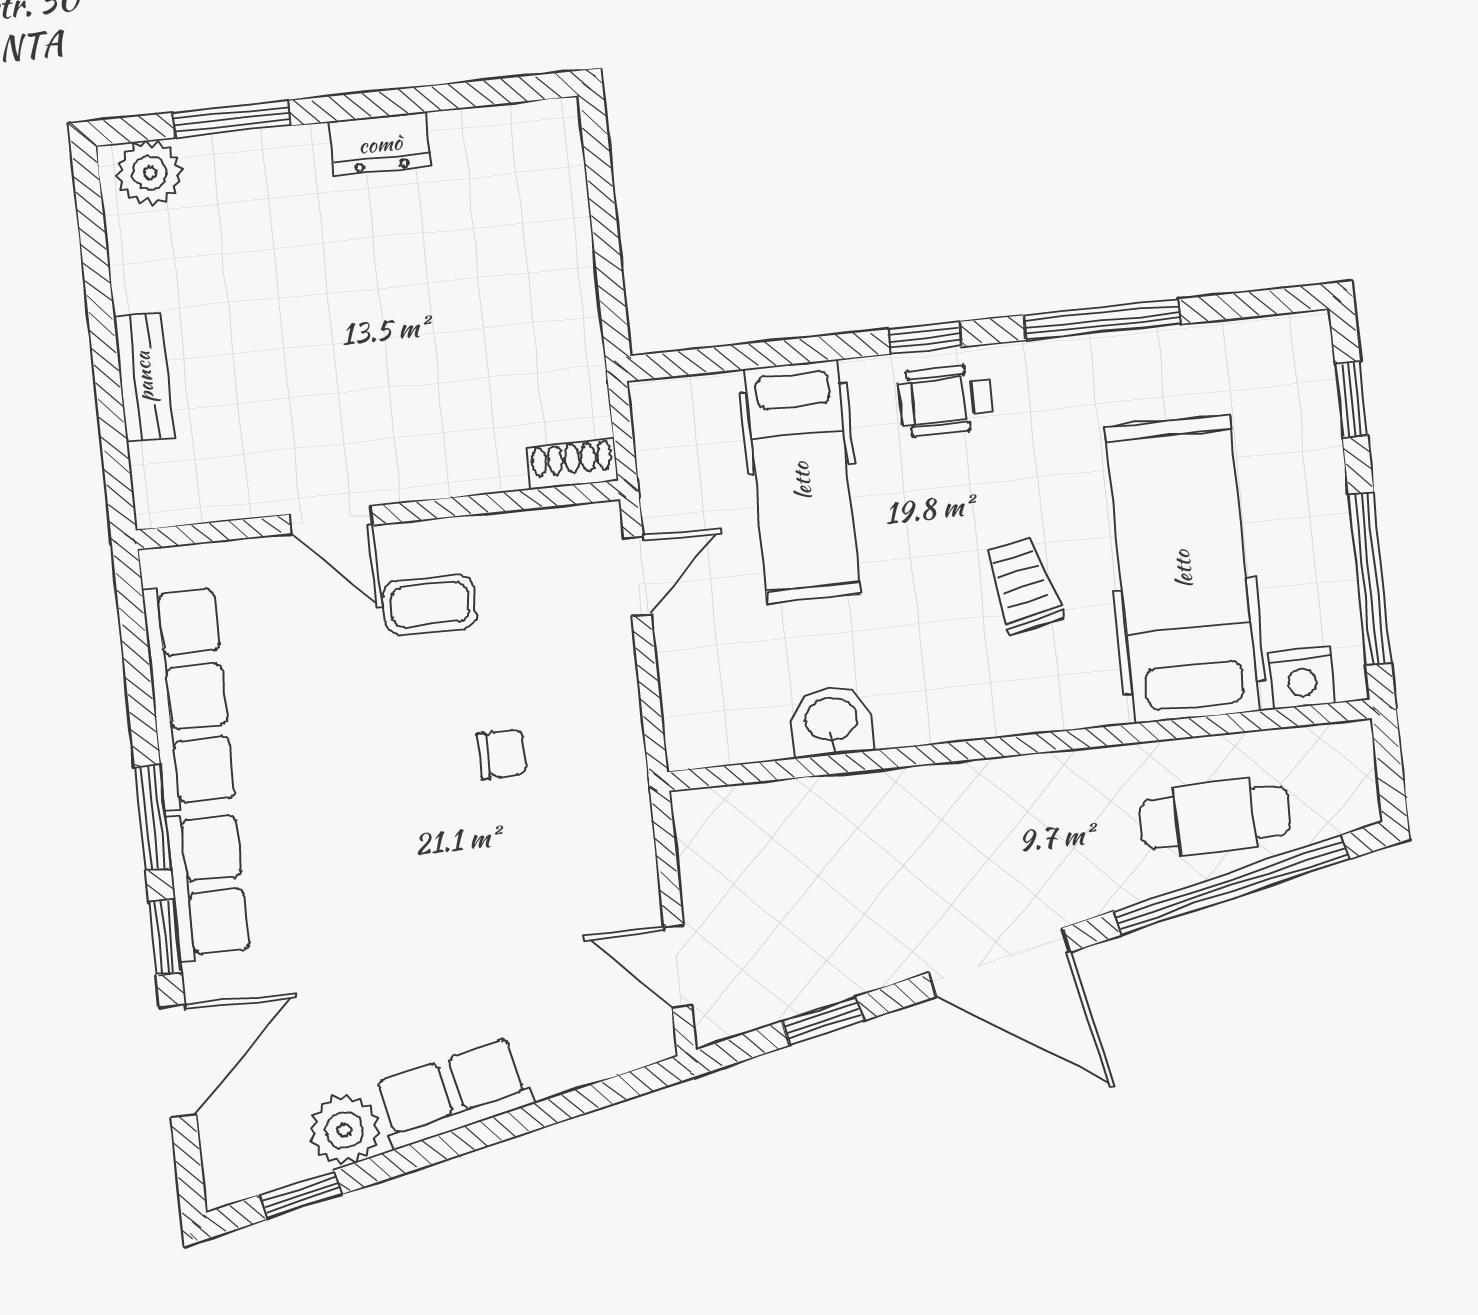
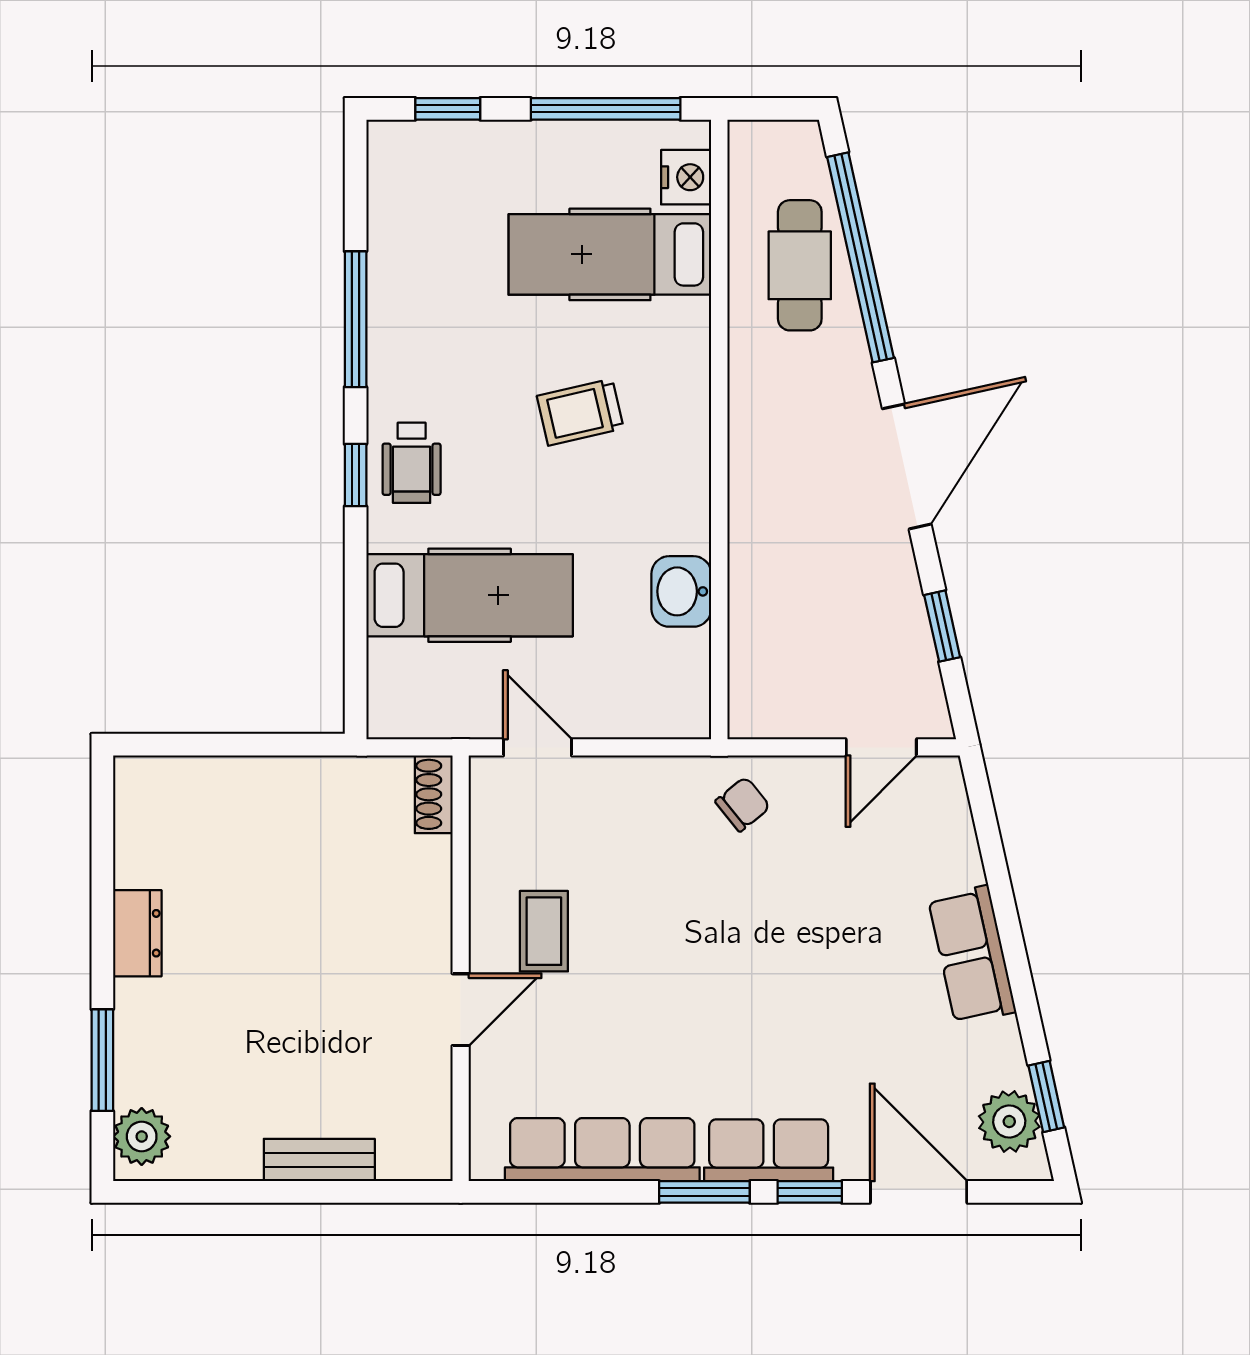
hospital bed: (1183, 569) -> (610, 254), width x0.73, depth x0.78
chair: (502, 754) -> (743, 804), moved, turned 51
plant: (344, 1130) -> (1009, 1122), moved

